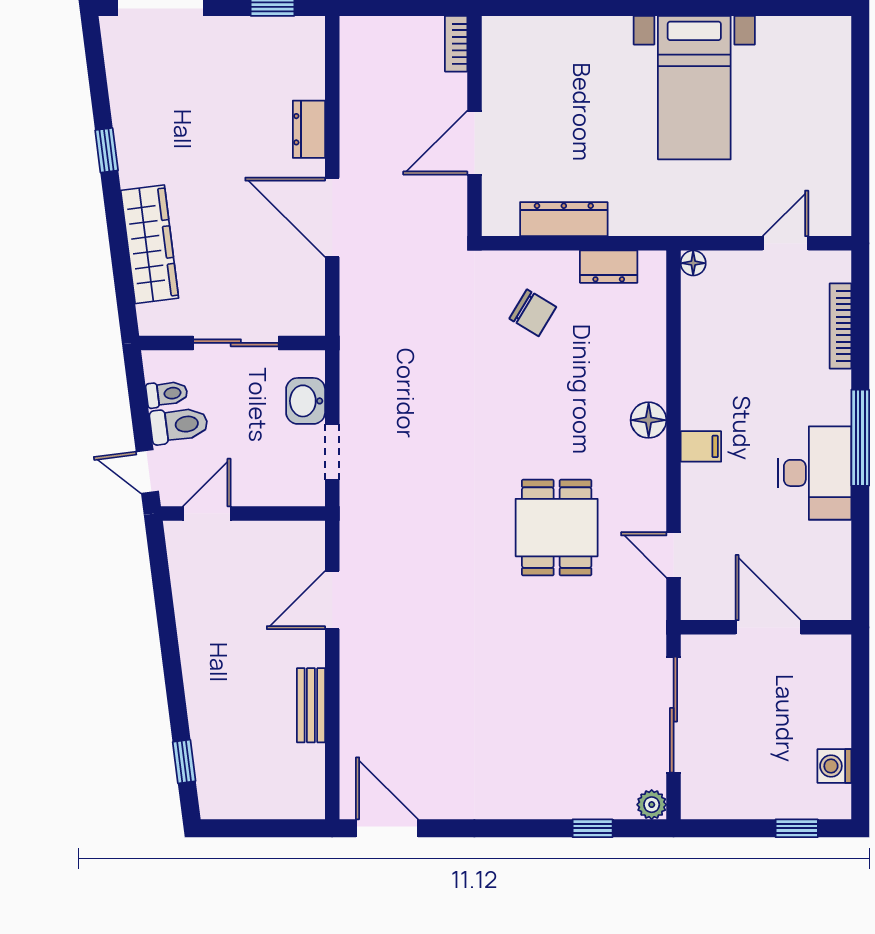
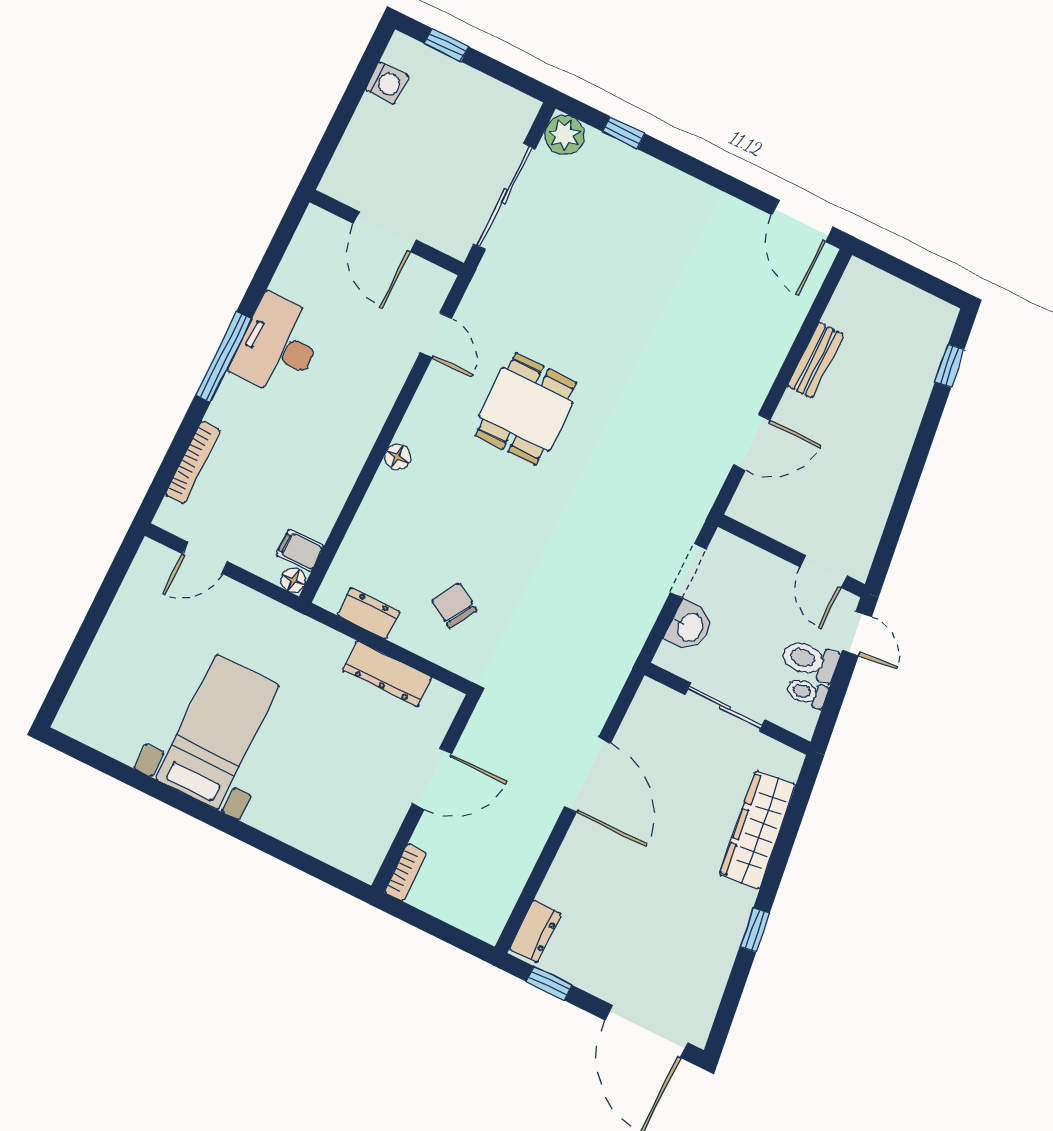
dresser: (309, 129) -> (535, 931), moved
floor lamp: (649, 420) -> (398, 457), width x0.73, depth x0.73
filing cabinet: (701, 446) -> (300, 550), moved
door: (207, 514) -> (824, 571), hinge flipped
plant: (652, 805) -> (565, 135), width x1.38, depth x1.38

